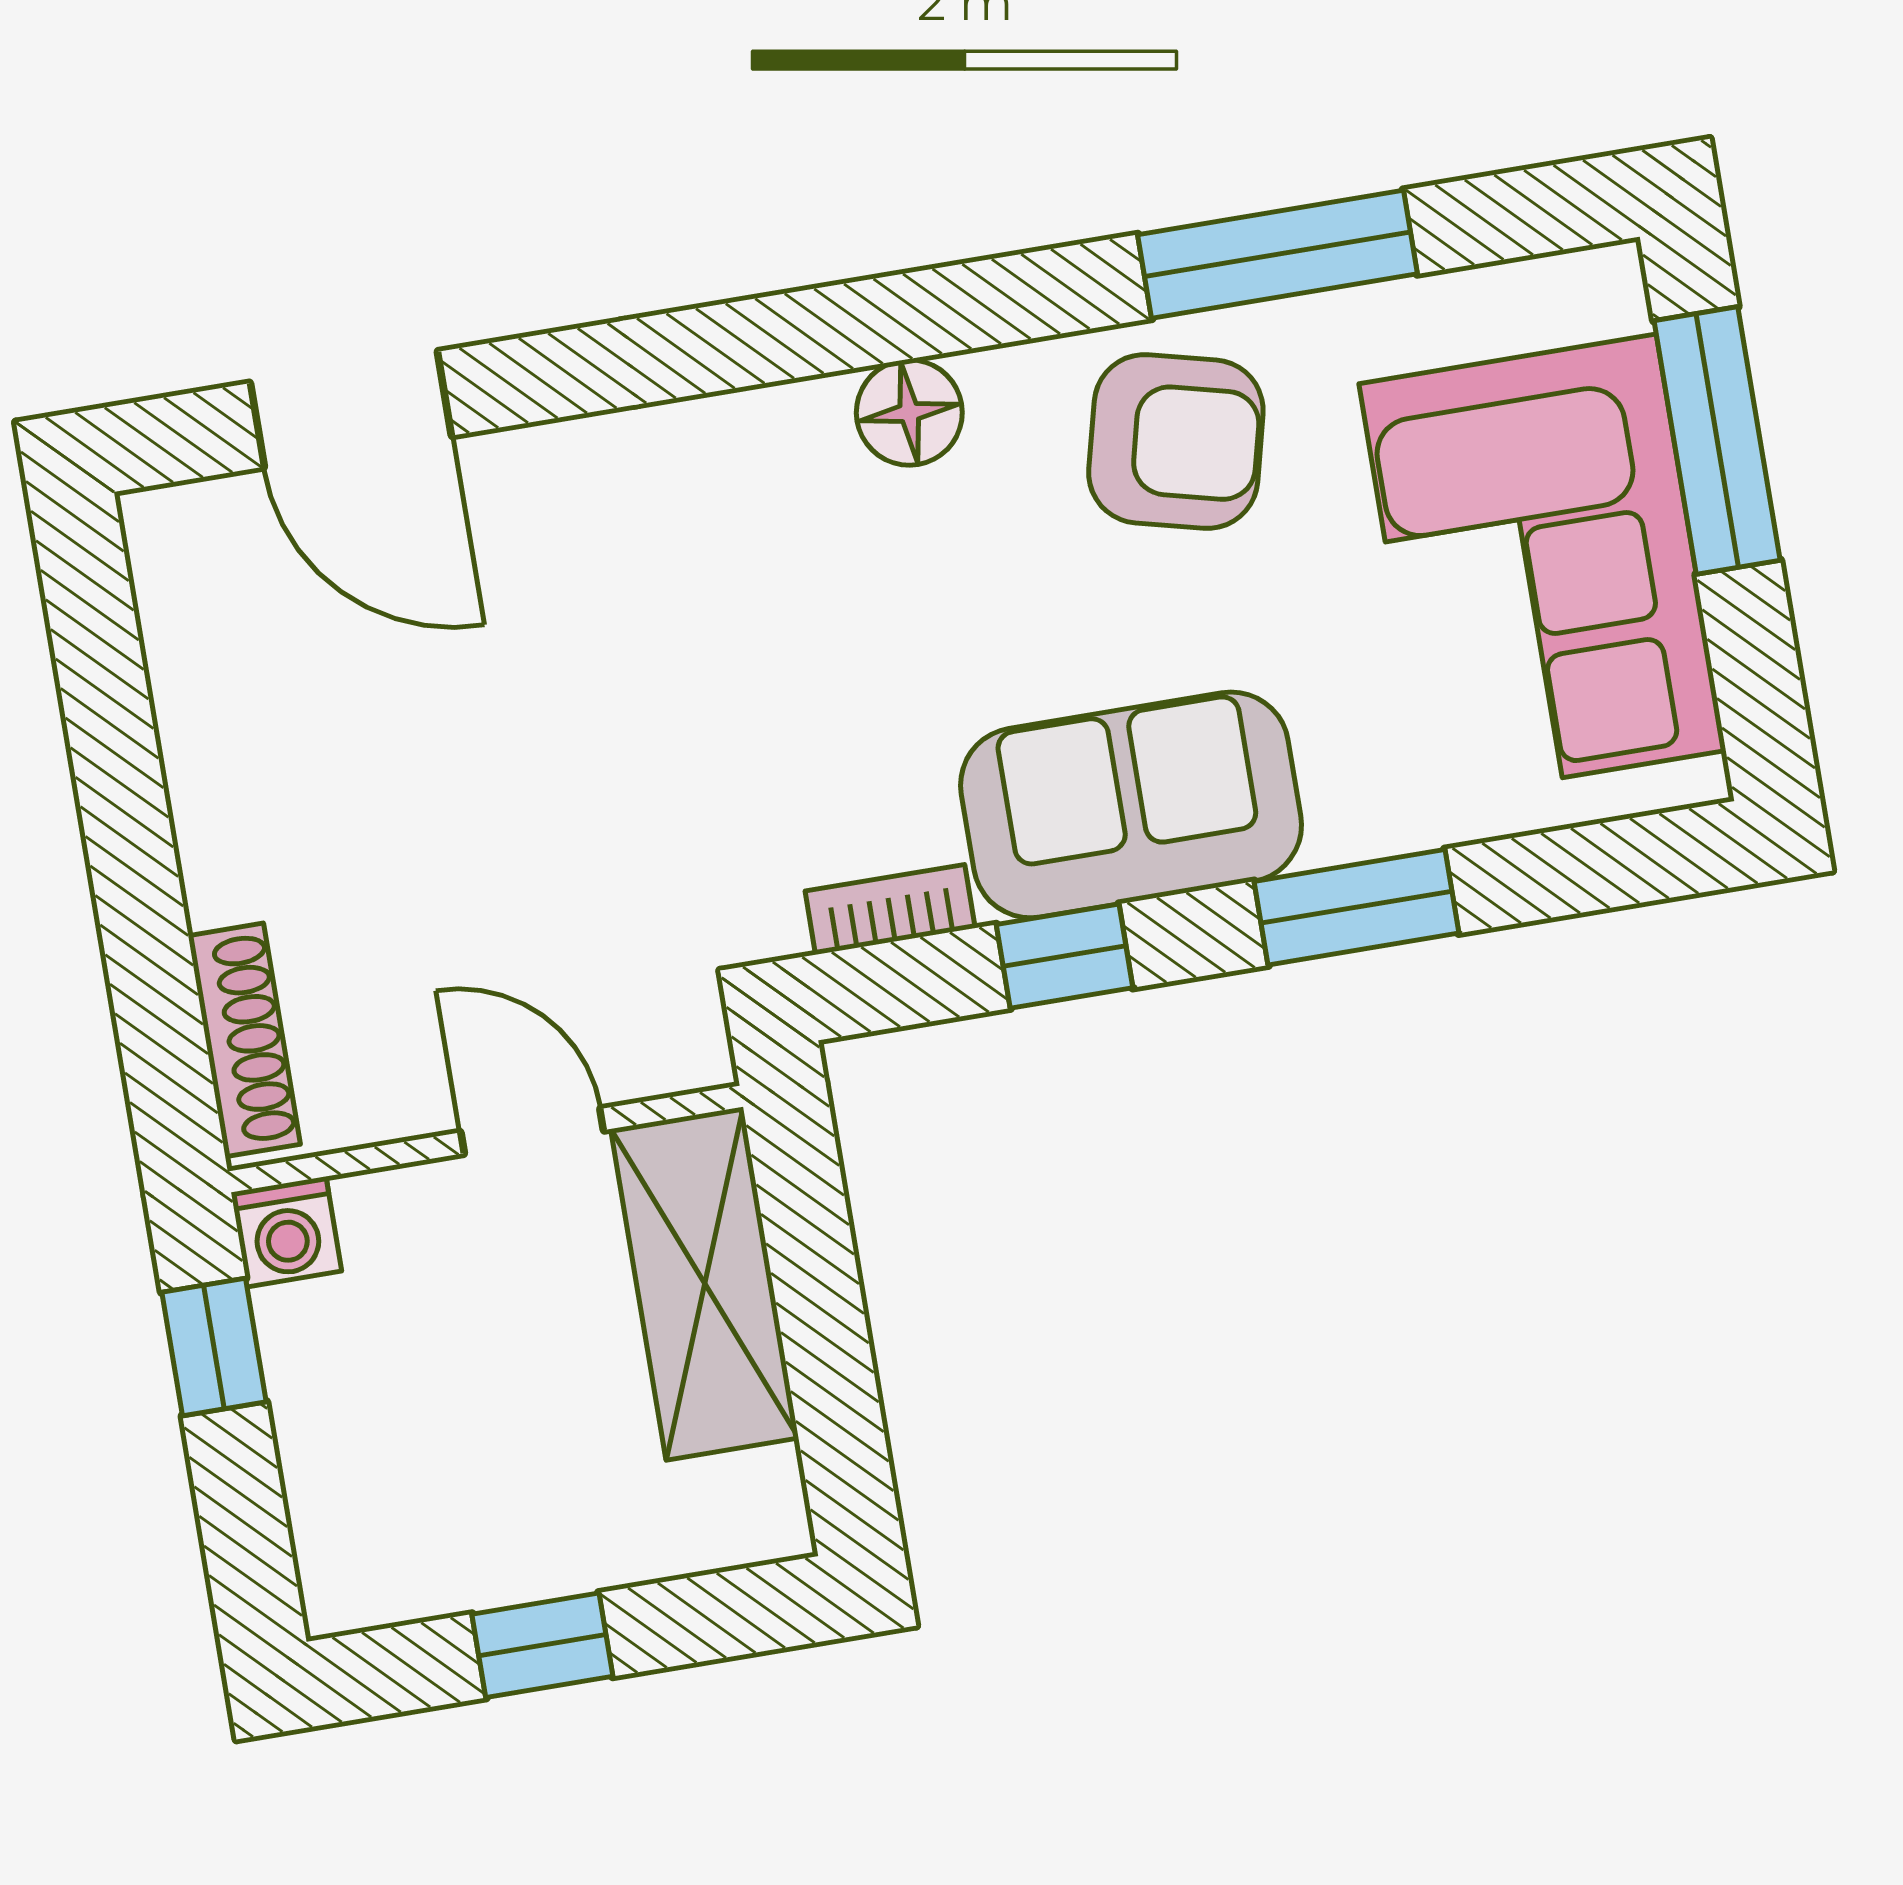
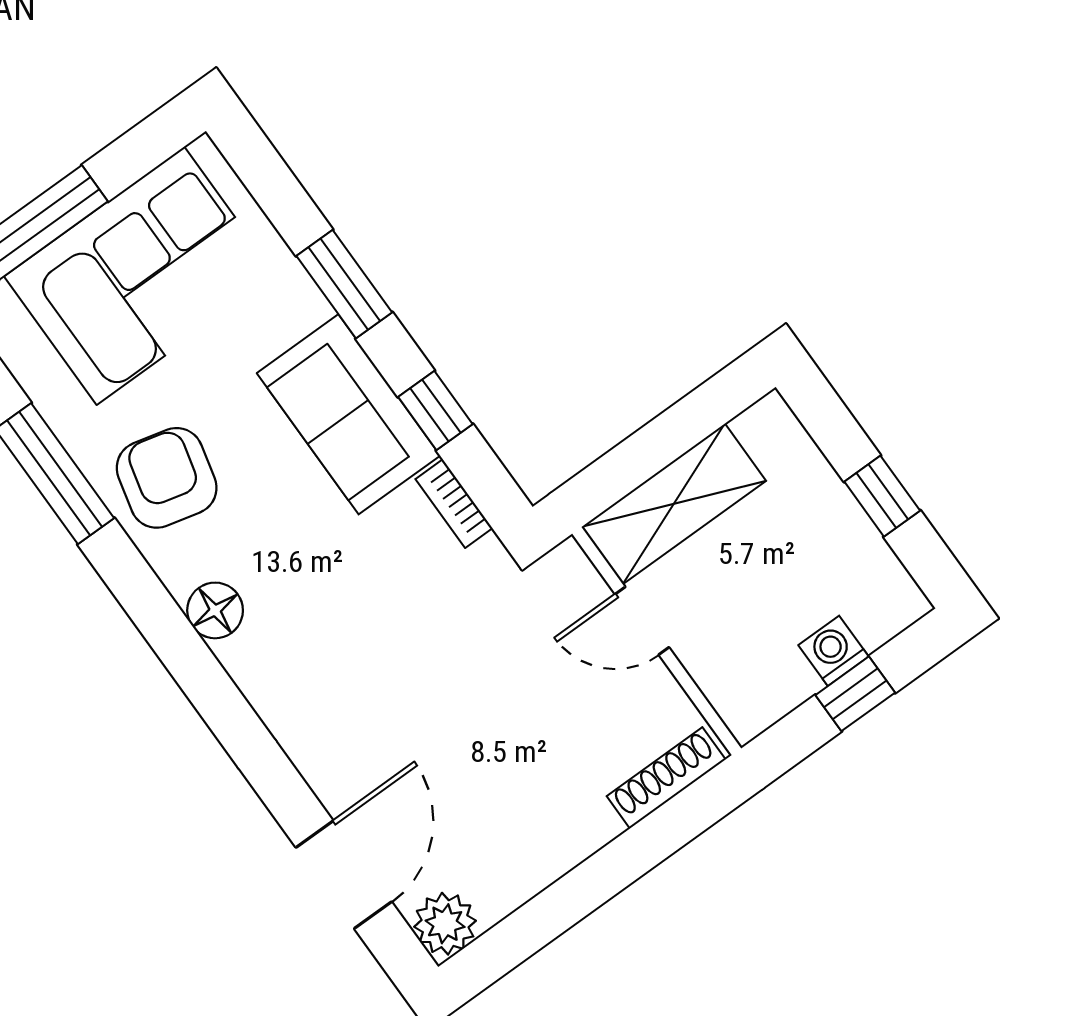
plant: (182, 541) -> (445, 924), added
door: (532, 1131) -> (642, 621), hinge flipped
washing machine: (286, 1232) -> (834, 651), moved, turned -90
window: (214, 1347) -> (855, 694), moved

